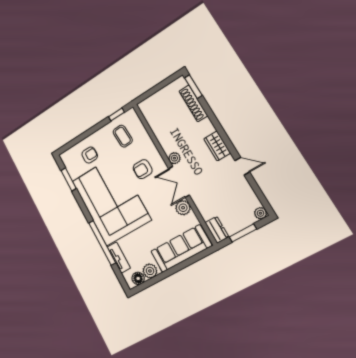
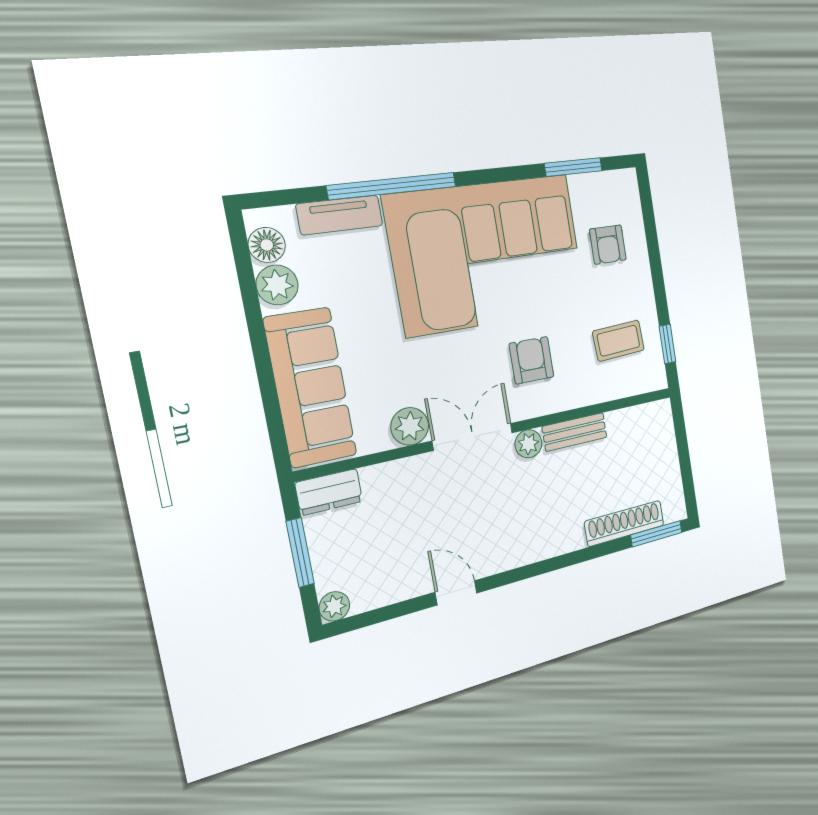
bench: (164, 141) -> (575, 432), added
wardrobe: (217, 146) -> (520, 549), removed
door: (242, 166) -> (456, 593), swing flipped

